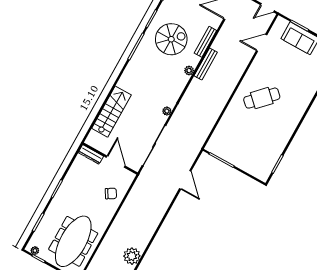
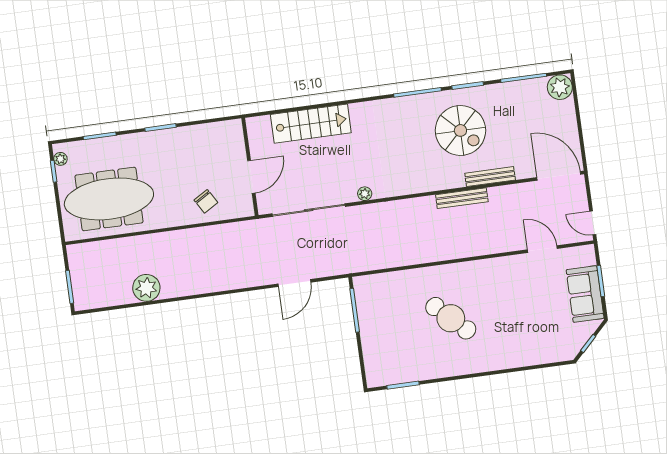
plant: (189, 70) -> (438, 183), removed
cafe table: (262, 98) -> (451, 318), moved
dresser: (91, 154) -> (237, 138), removed

